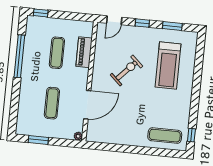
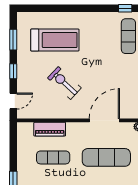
door: (114, 20) -> (13, 101), hinge flipped
exercise mat: (52, 103) -> (106, 157), width x1.36, depth x1.45
door: (87, 105) -> (104, 120), hinge flipped

